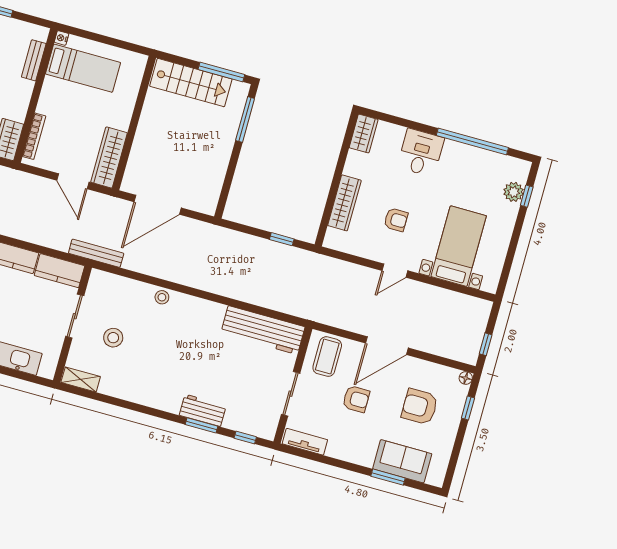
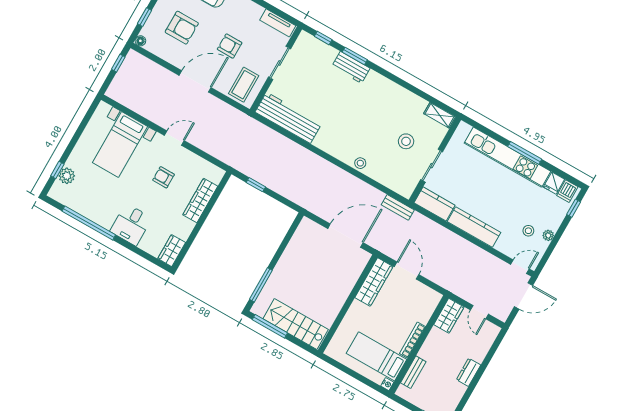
bookcase: (34, 136) -> (412, 340), moved
bench: (96, 253) -> (398, 207), width x0.73

